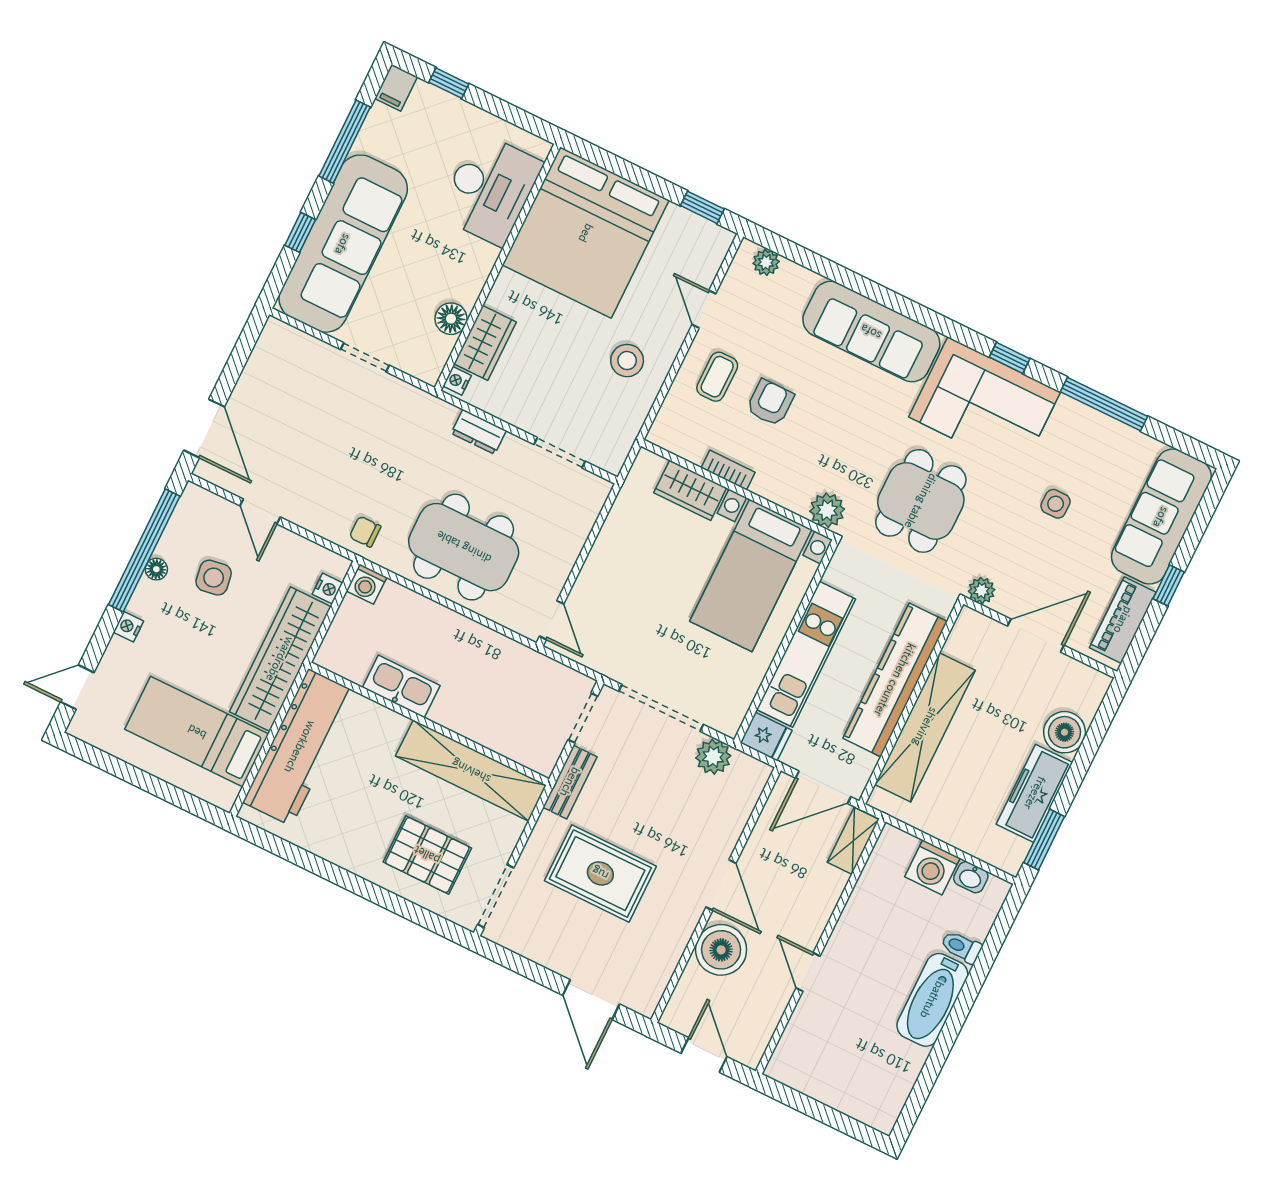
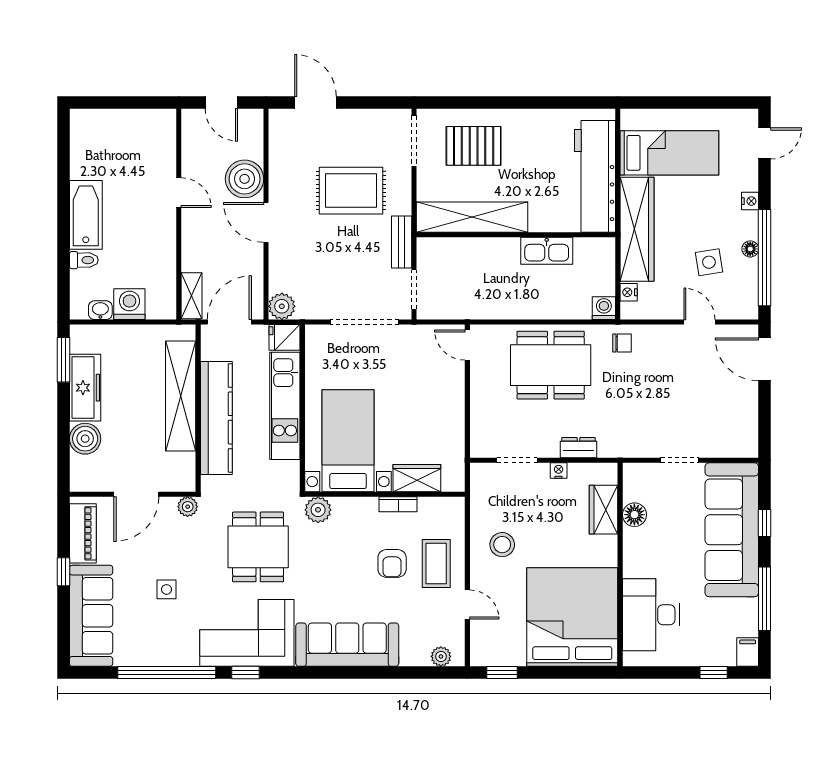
coffee table: (717, 377) -> (436, 563), width x1.36, depth x1.30
nightstand: (457, 381) -> (559, 471), moved, turned -90
window: (1104, 404) -> (167, 673), width x1.46
plant: (713, 757) -> (282, 306), moved

